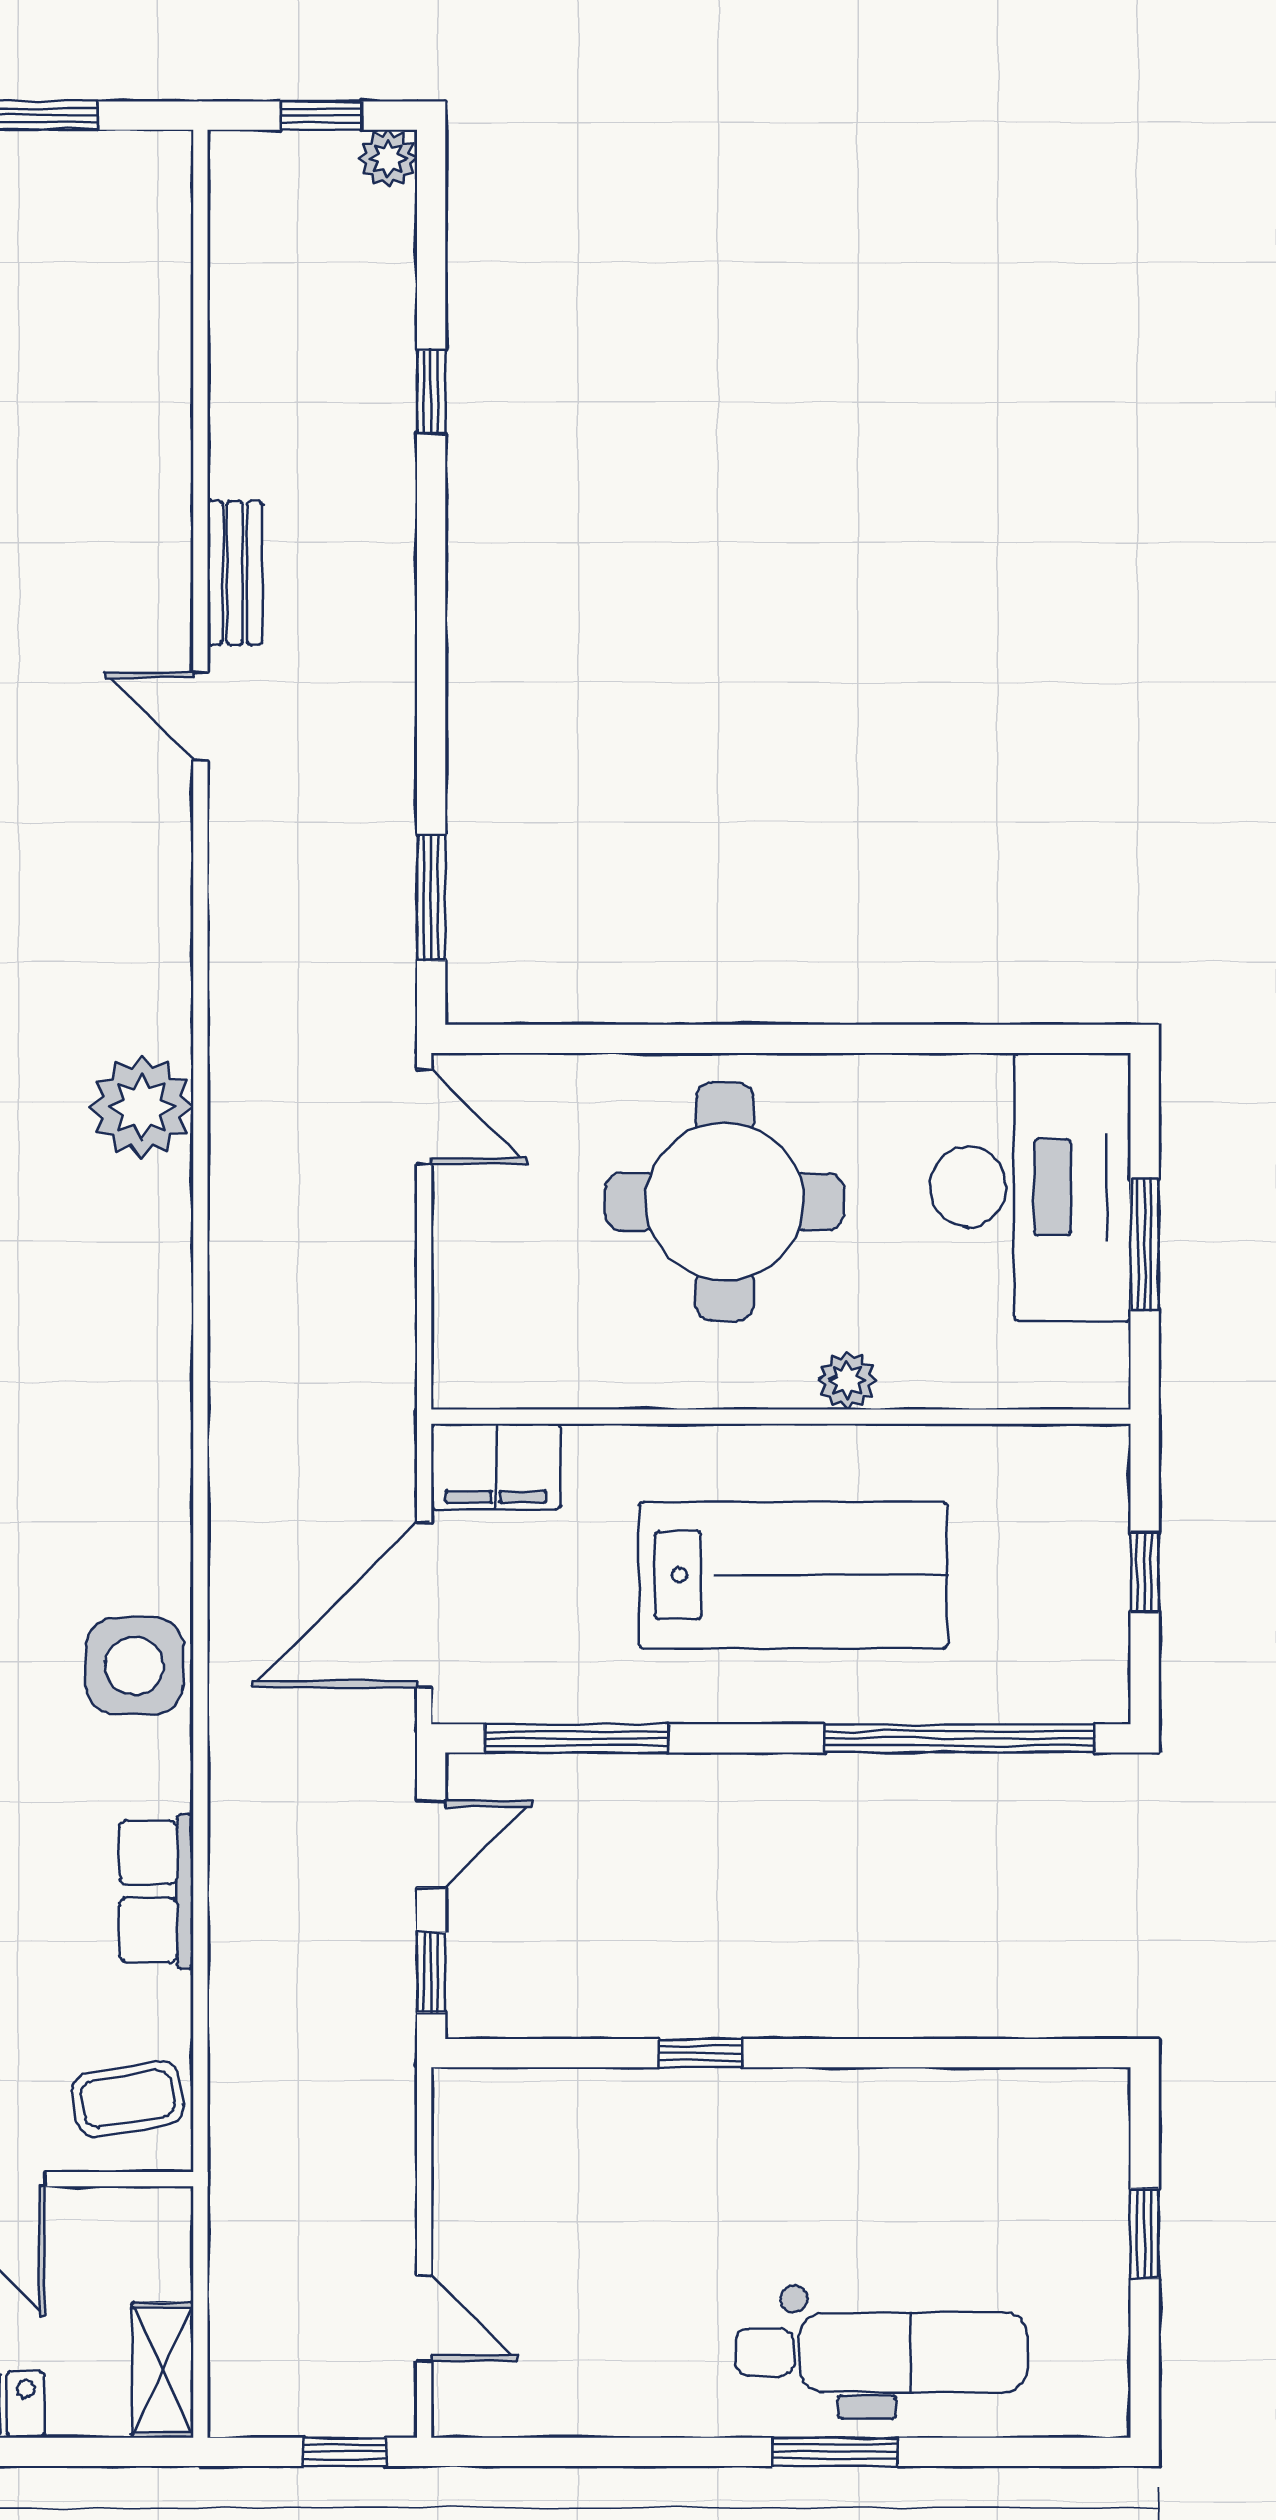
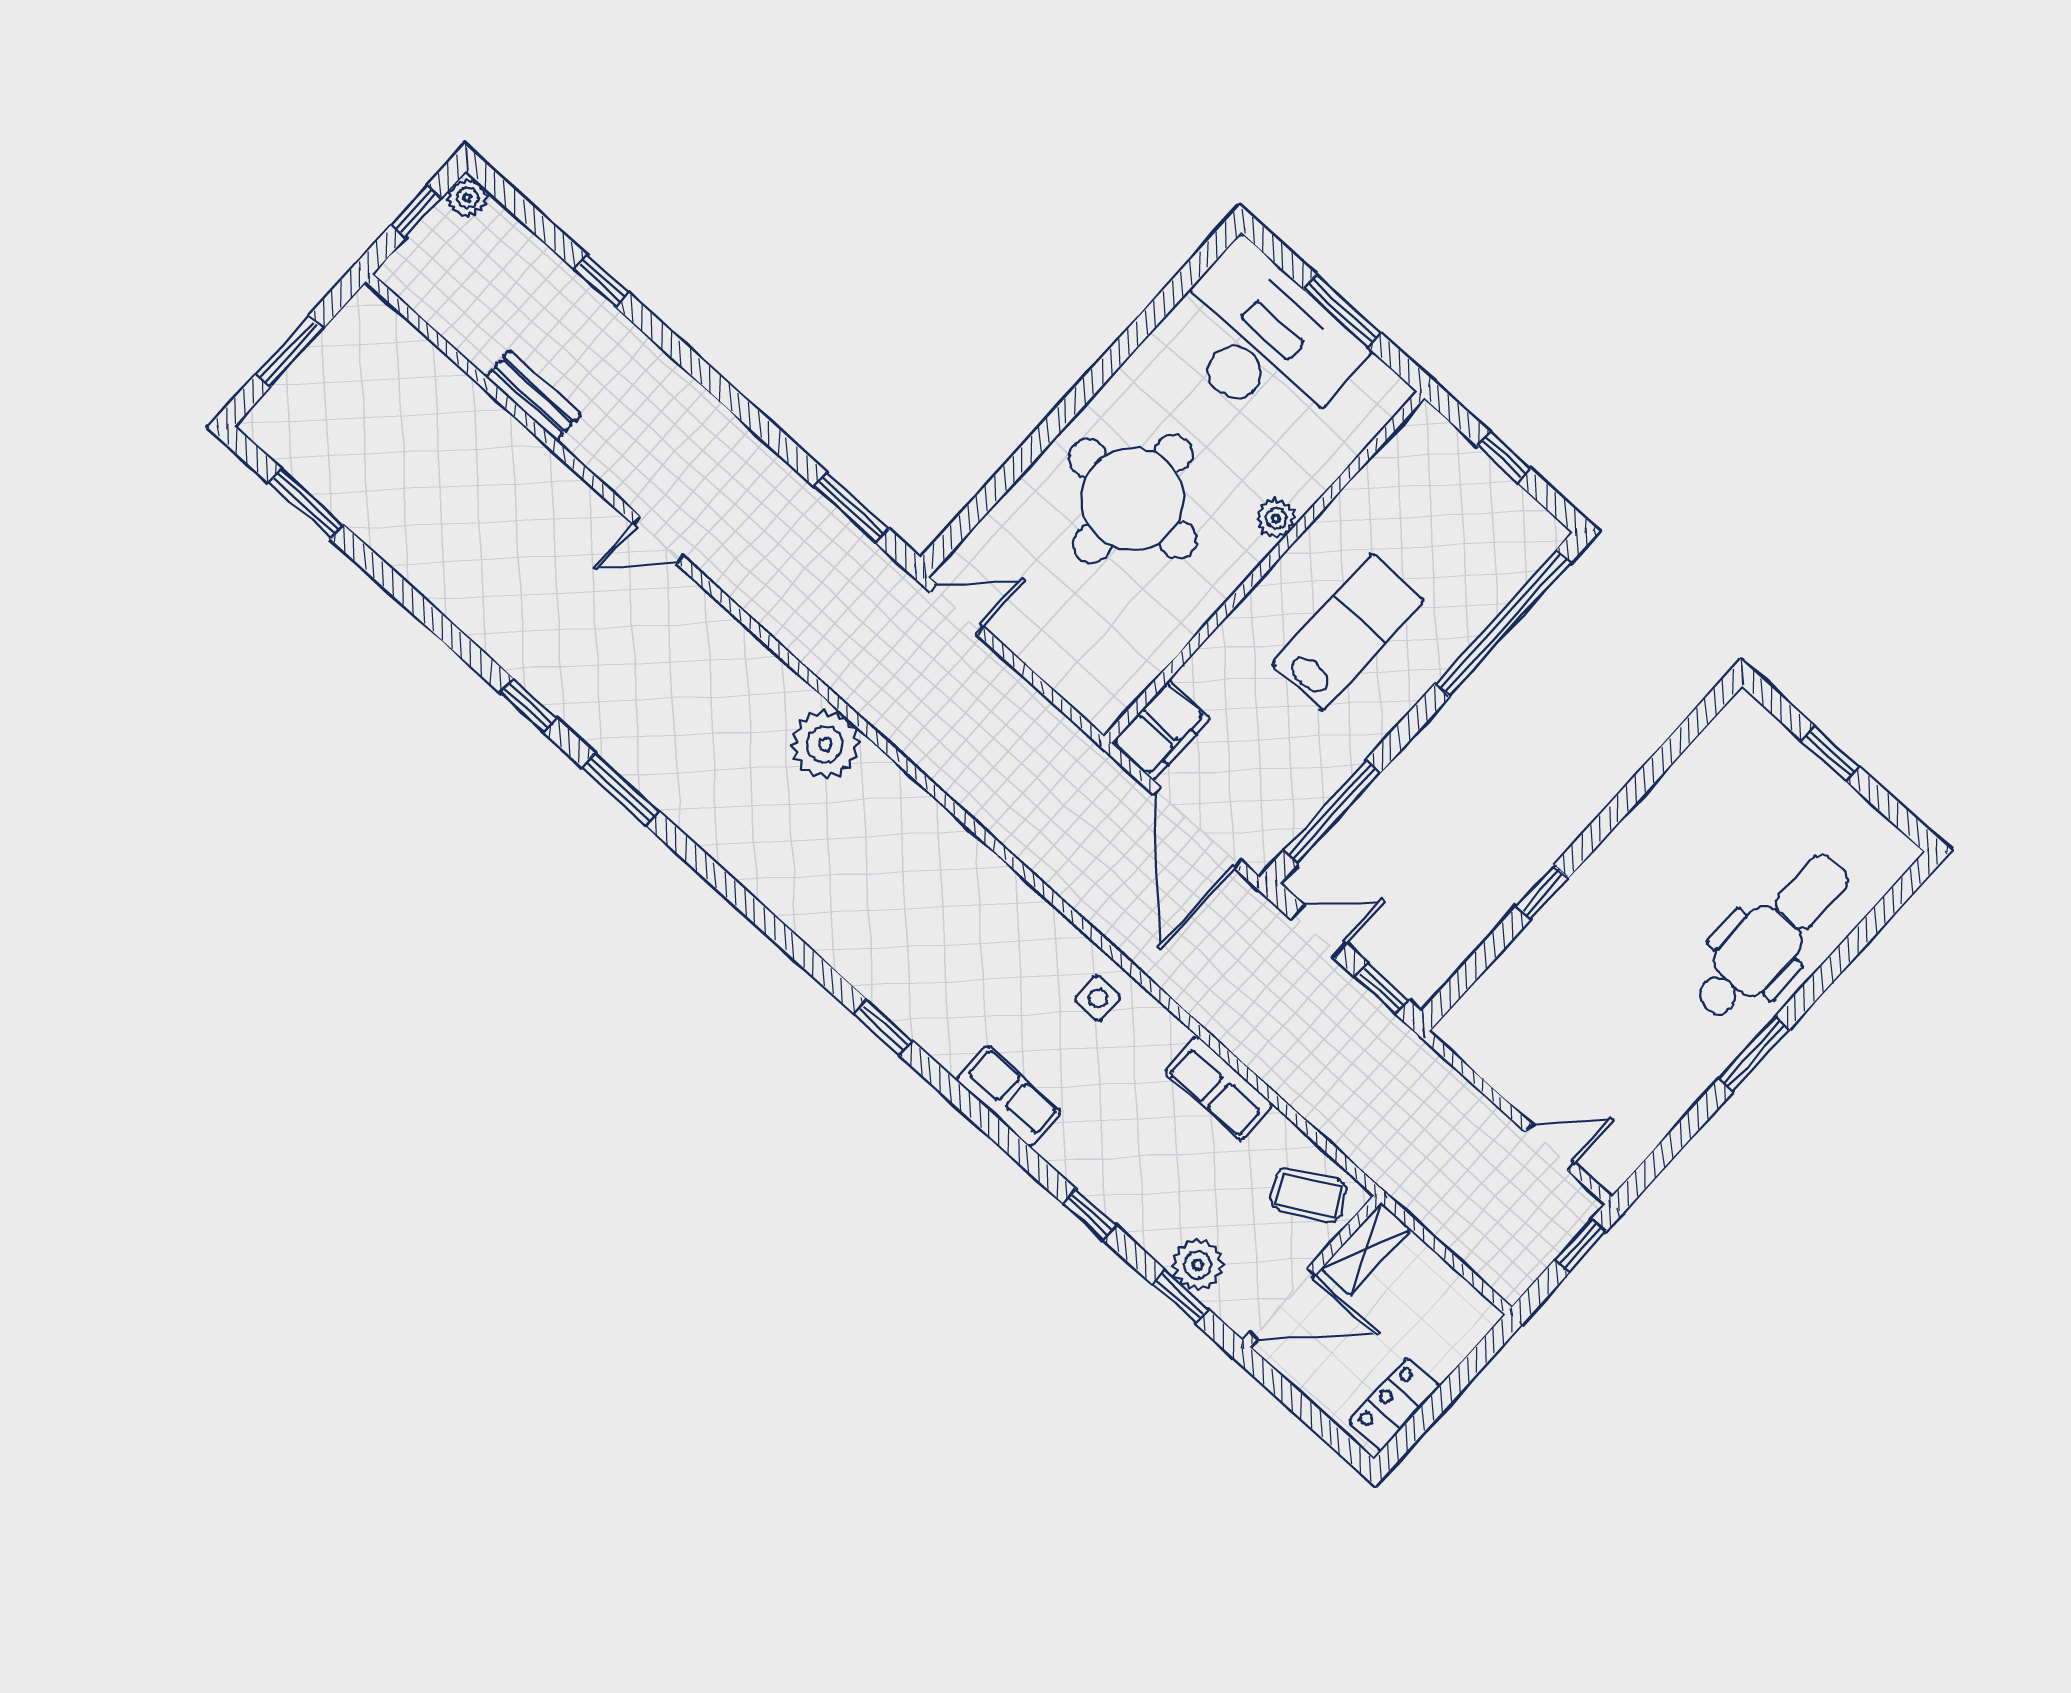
bench: (235, 573) -> (533, 396), moved
lab bench: (793, 1575) -> (1348, 632), width x0.73, depth x0.72
side table: (134, 1666) -> (1098, 998), width x0.54, depth x0.54
door: (431, 1844) -> (1319, 931), hinge flipped
coffee table: (128, 2099) -> (1309, 1195), turned 70
shelving: (163, 2370) -> (1366, 1249), moved, turned 90
window: (835, 2452) -> (1754, 1054), moved

